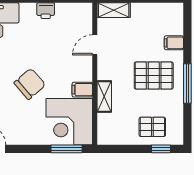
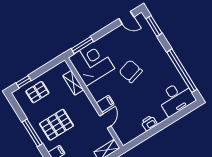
chair: (30, 84) -> (131, 71), turned 115
filing cabinet: (82, 90) -> (105, 104), moved
shelving: (104, 96) -> (73, 83), moved

